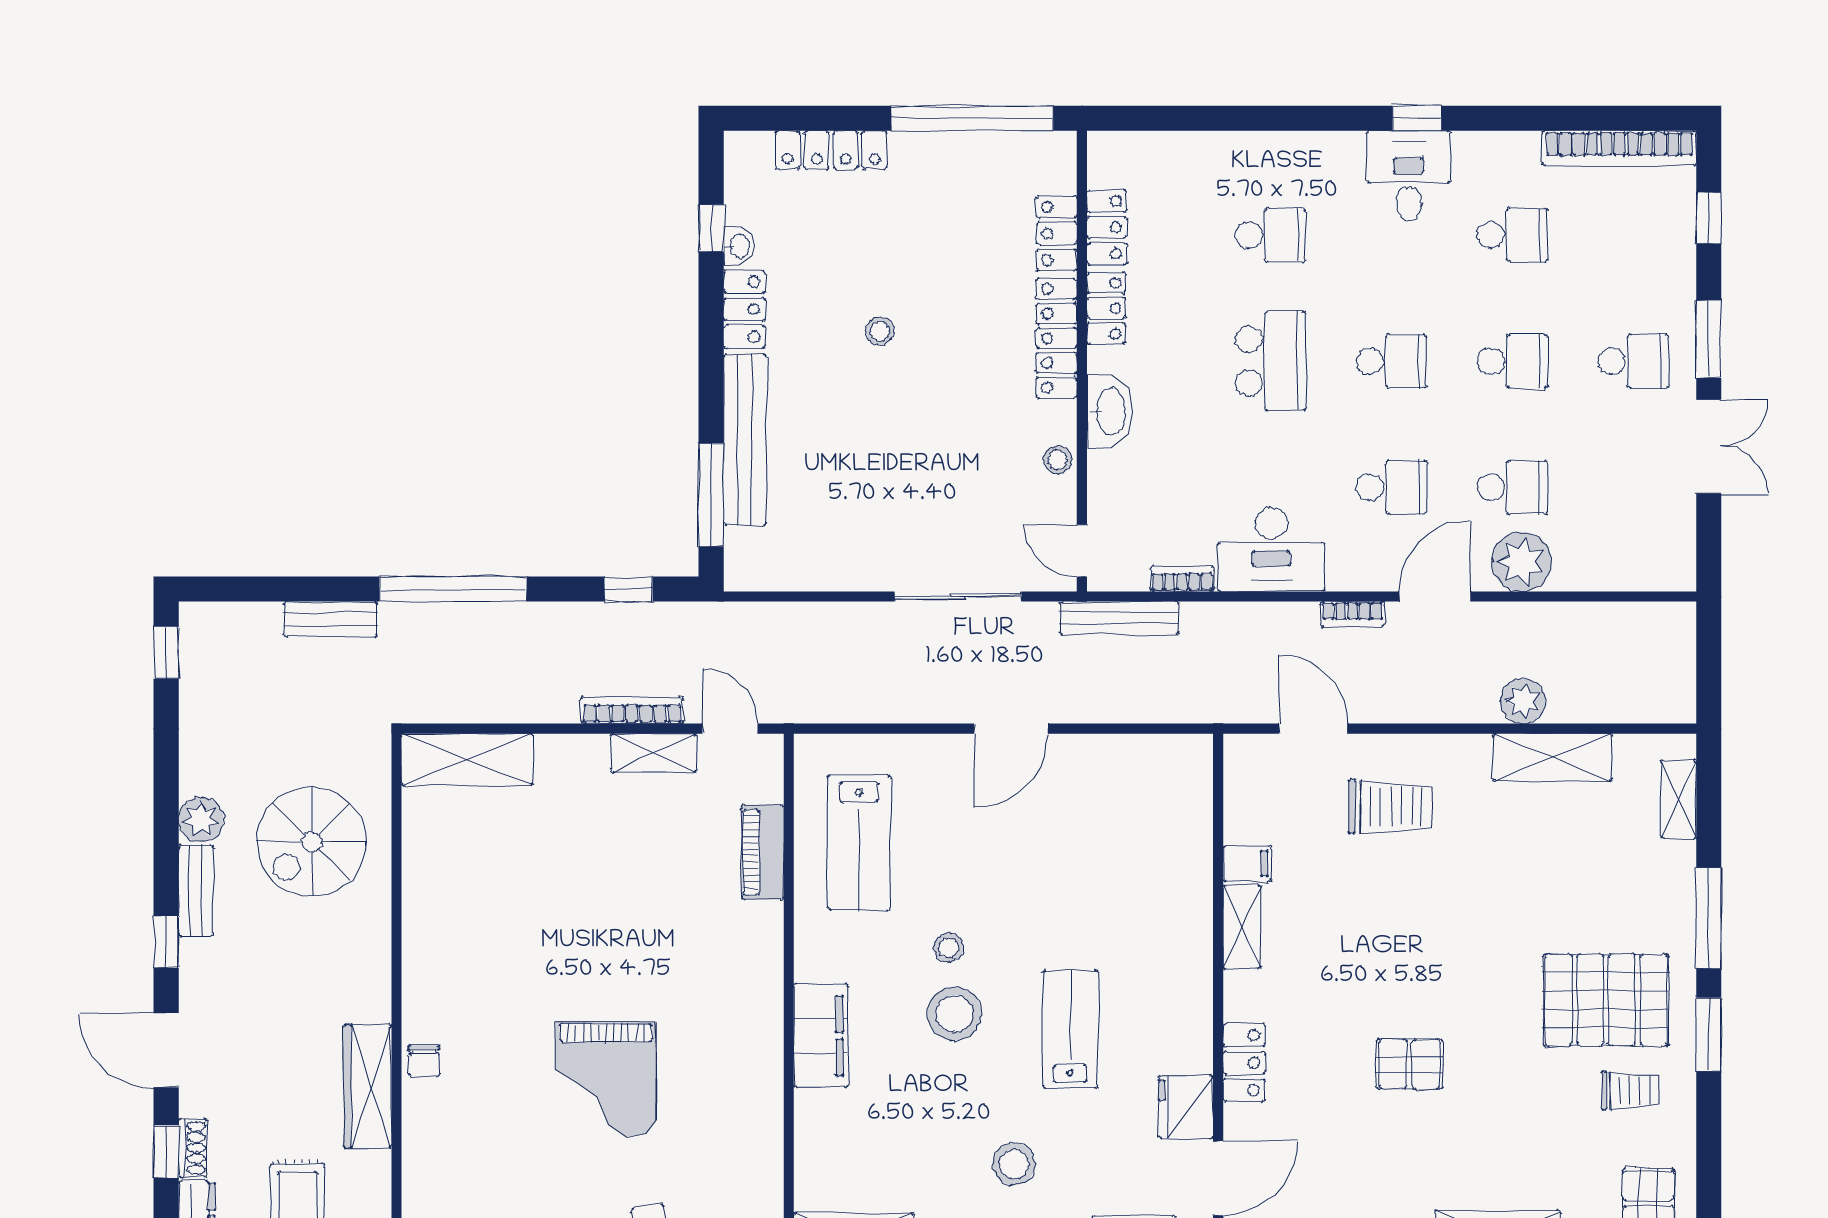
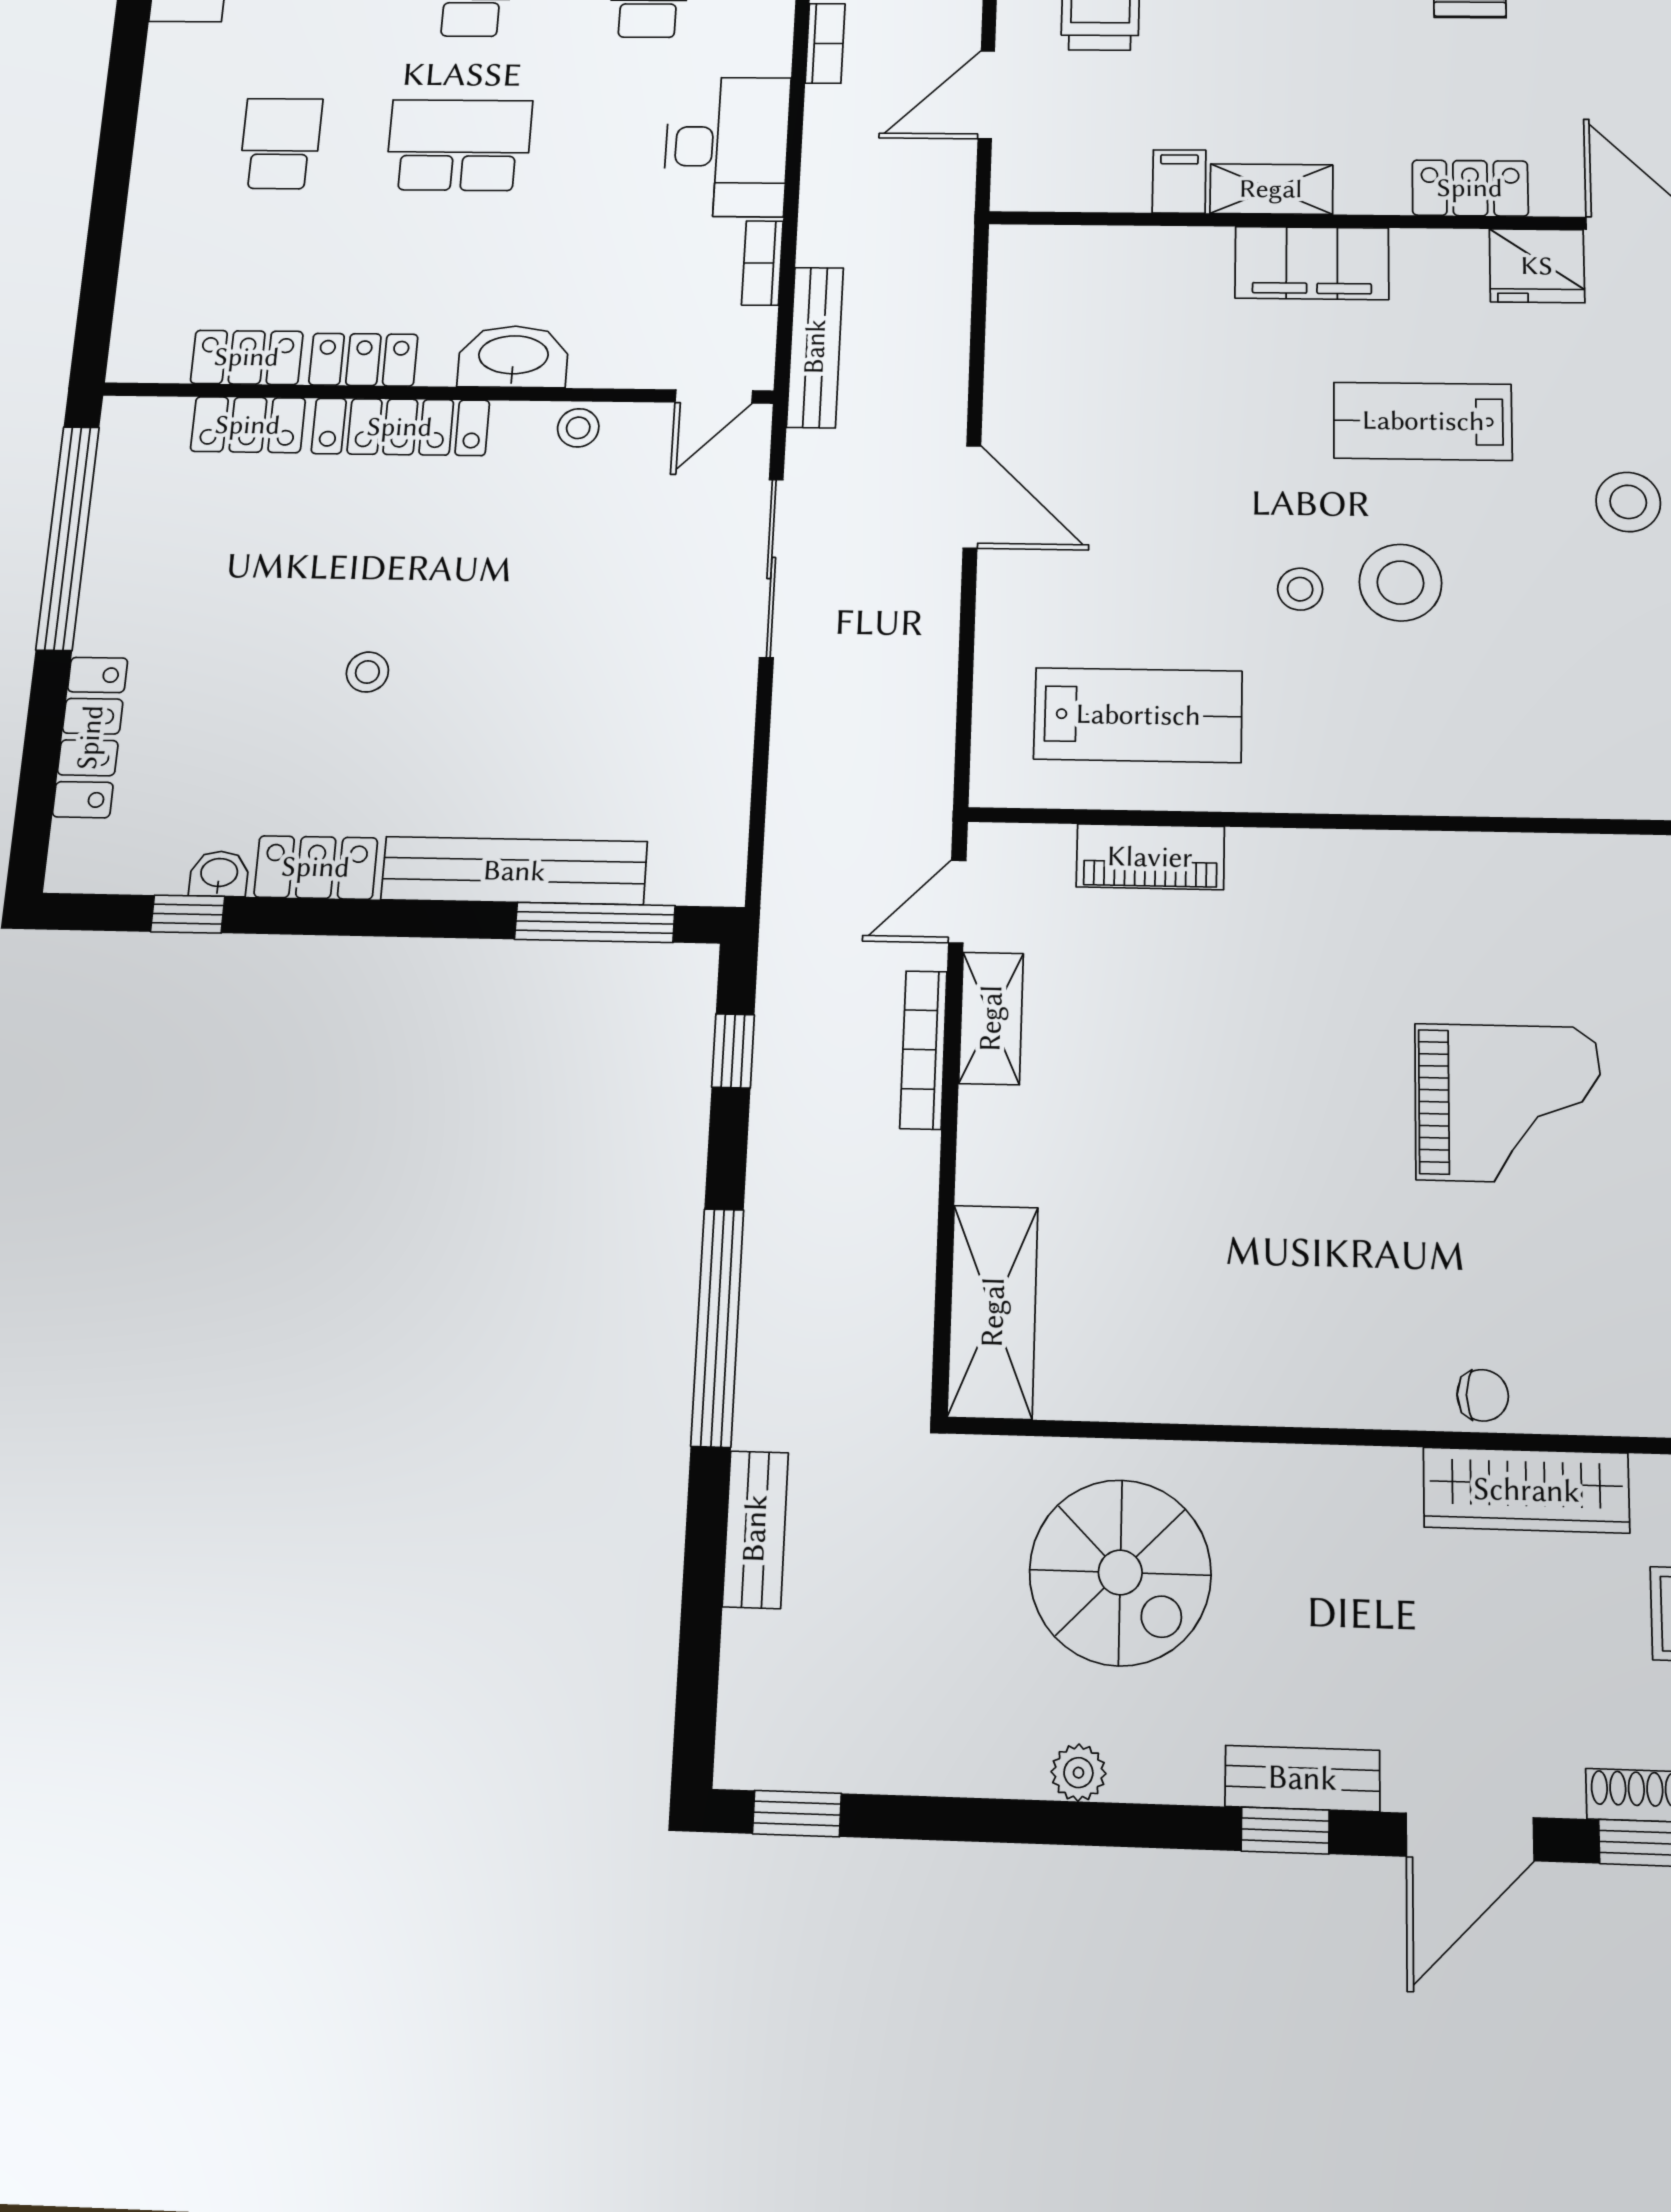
plant: (201, 819) -> (1078, 1773), width x0.73, depth x0.73
bench: (196, 891) -> (1302, 1778), moved
filing cabinet: (821, 1036) -> (1312, 263), moved, turned 180

